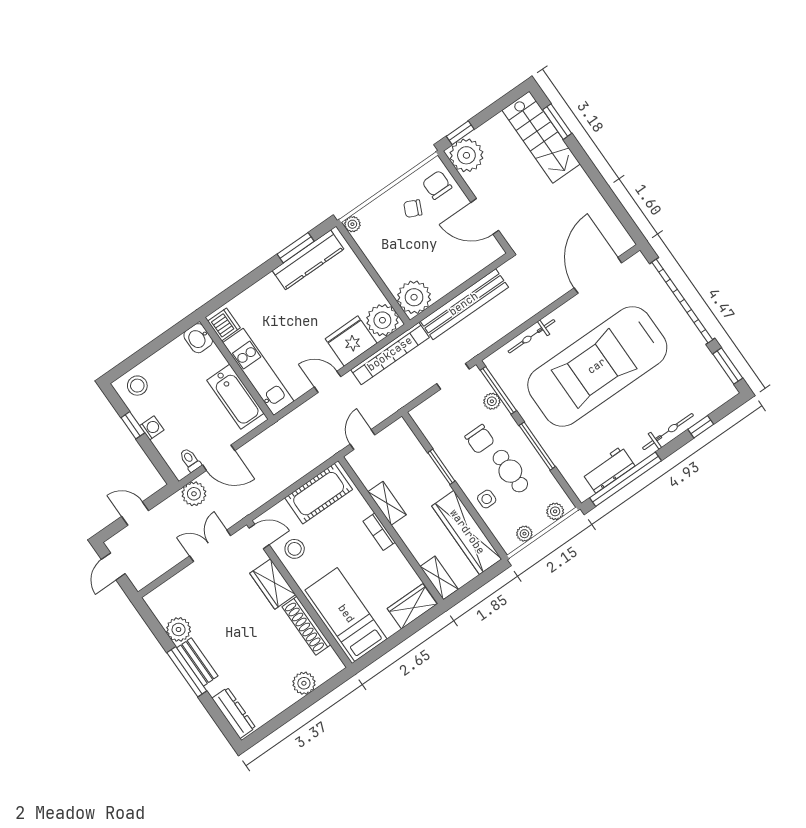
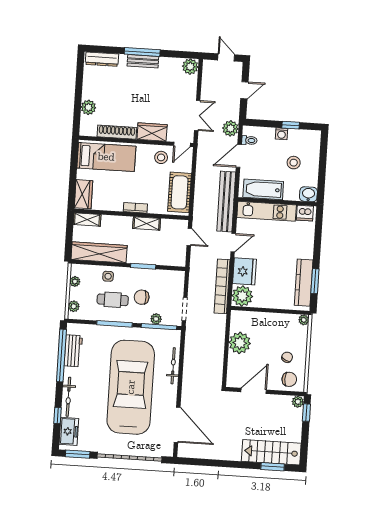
plant: (466, 155) -> (298, 402), width x0.53, depth x0.53
plant: (414, 297) -> (240, 343), moved
bench: (464, 304) -> (226, 202), moved
stool: (137, 386) -> (294, 163), moved
freezer: (709, 398) -> (69, 431), added
plant: (179, 629) -> (190, 67), moved

